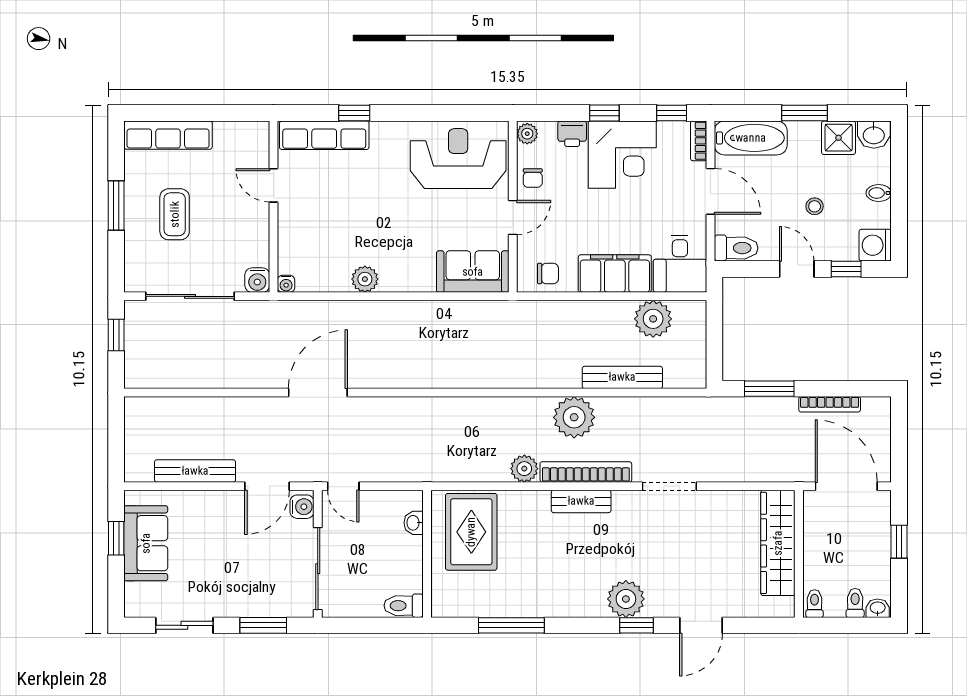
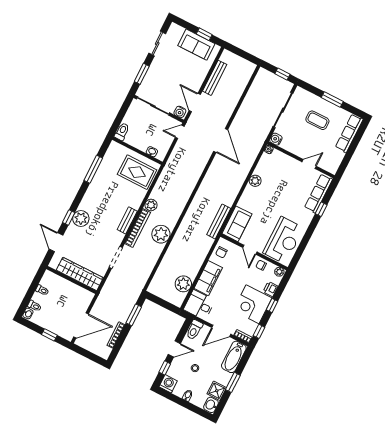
bench: (622, 377) -> (219, 222), moved
wardrobe: (778, 543) -> (80, 274), moved
wall: (799, 554) -> (71, 280), moved

